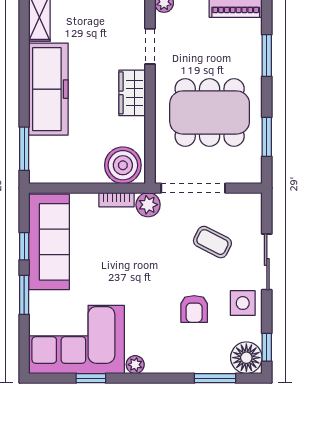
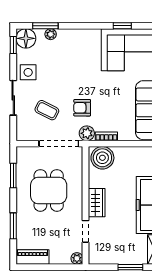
dining table: (210, 112) -> (49, 190), width x0.73
armchair: (194, 309) -> (82, 108), moved, turned -90
plant: (135, 365) -> (51, 34), moved

